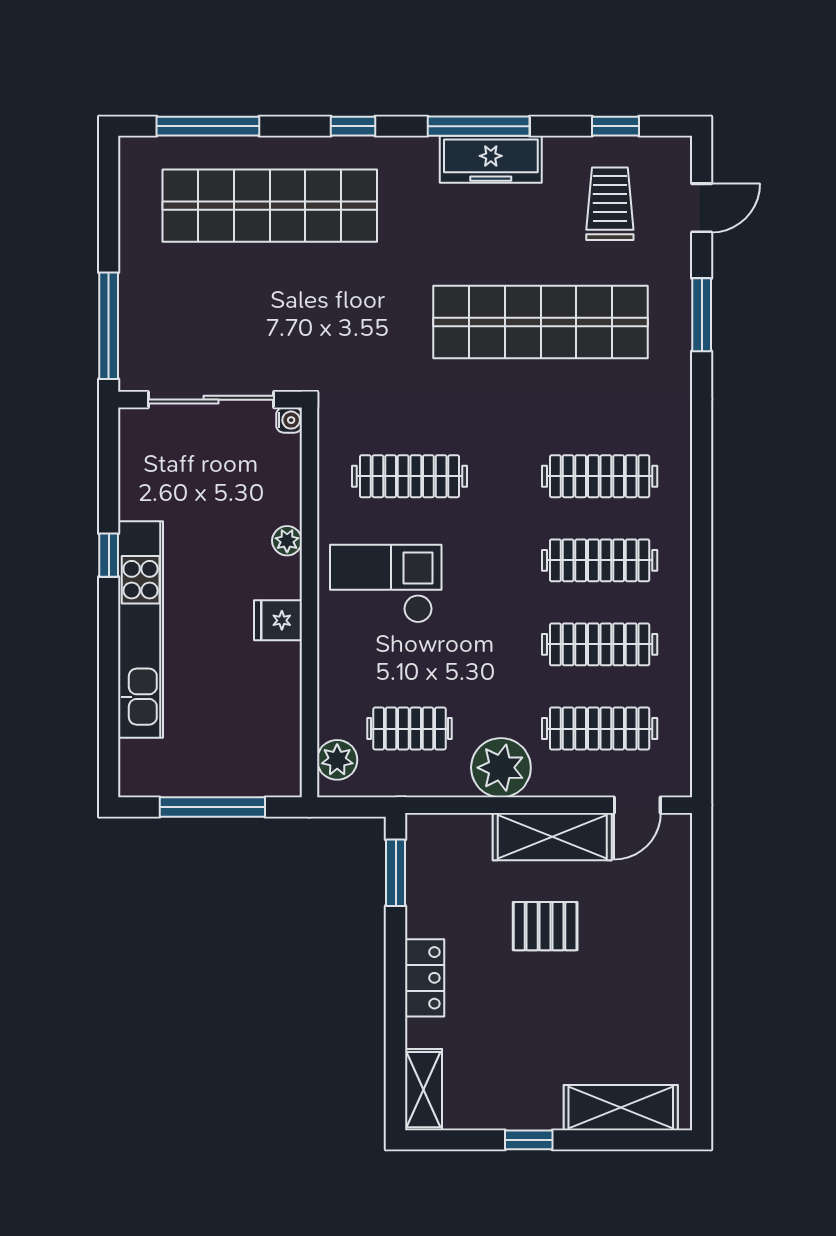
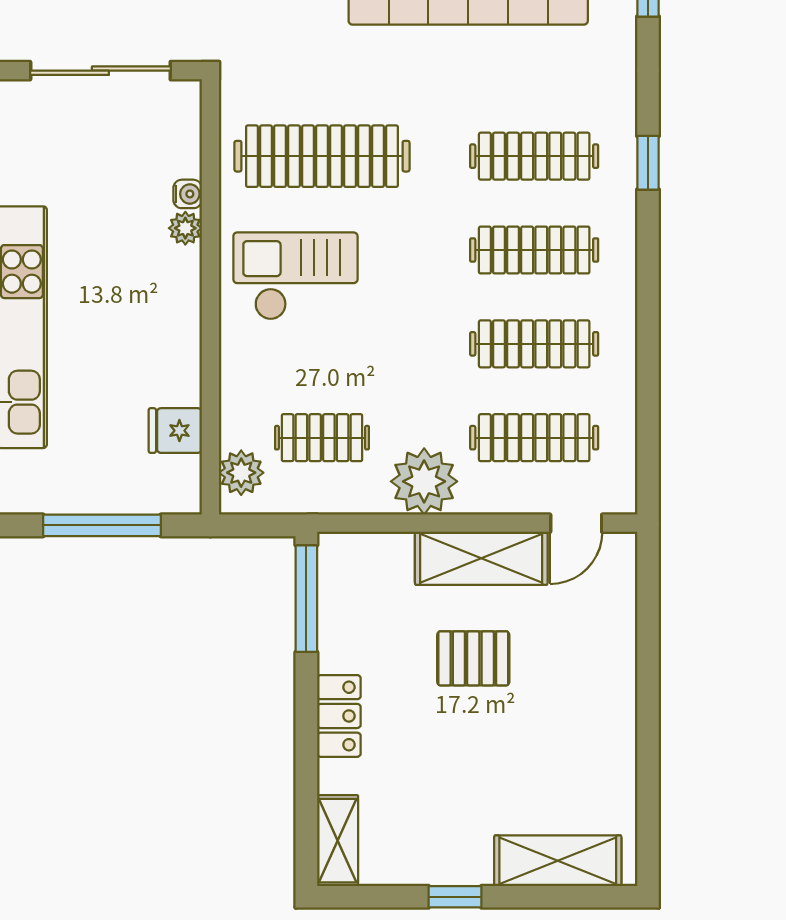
water cooler: (289, 420) -> (188, 194), moved
clothes rail: (410, 476) -> (322, 156), width x1.37, depth x1.31
window: (702, 482) -> (648, 163), added
fridge: (278, 620) -> (175, 431), moved
window: (396, 873) -> (306, 599), width x1.44

